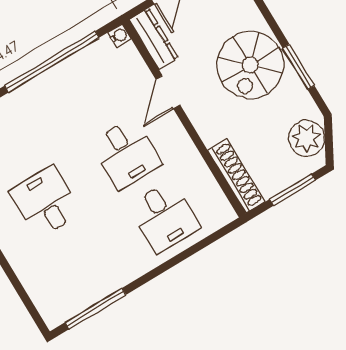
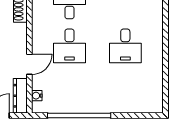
water cooler: (119, 36) -> (37, 96), moved
desk: (126, 153) -> (69, 46), turned 180

